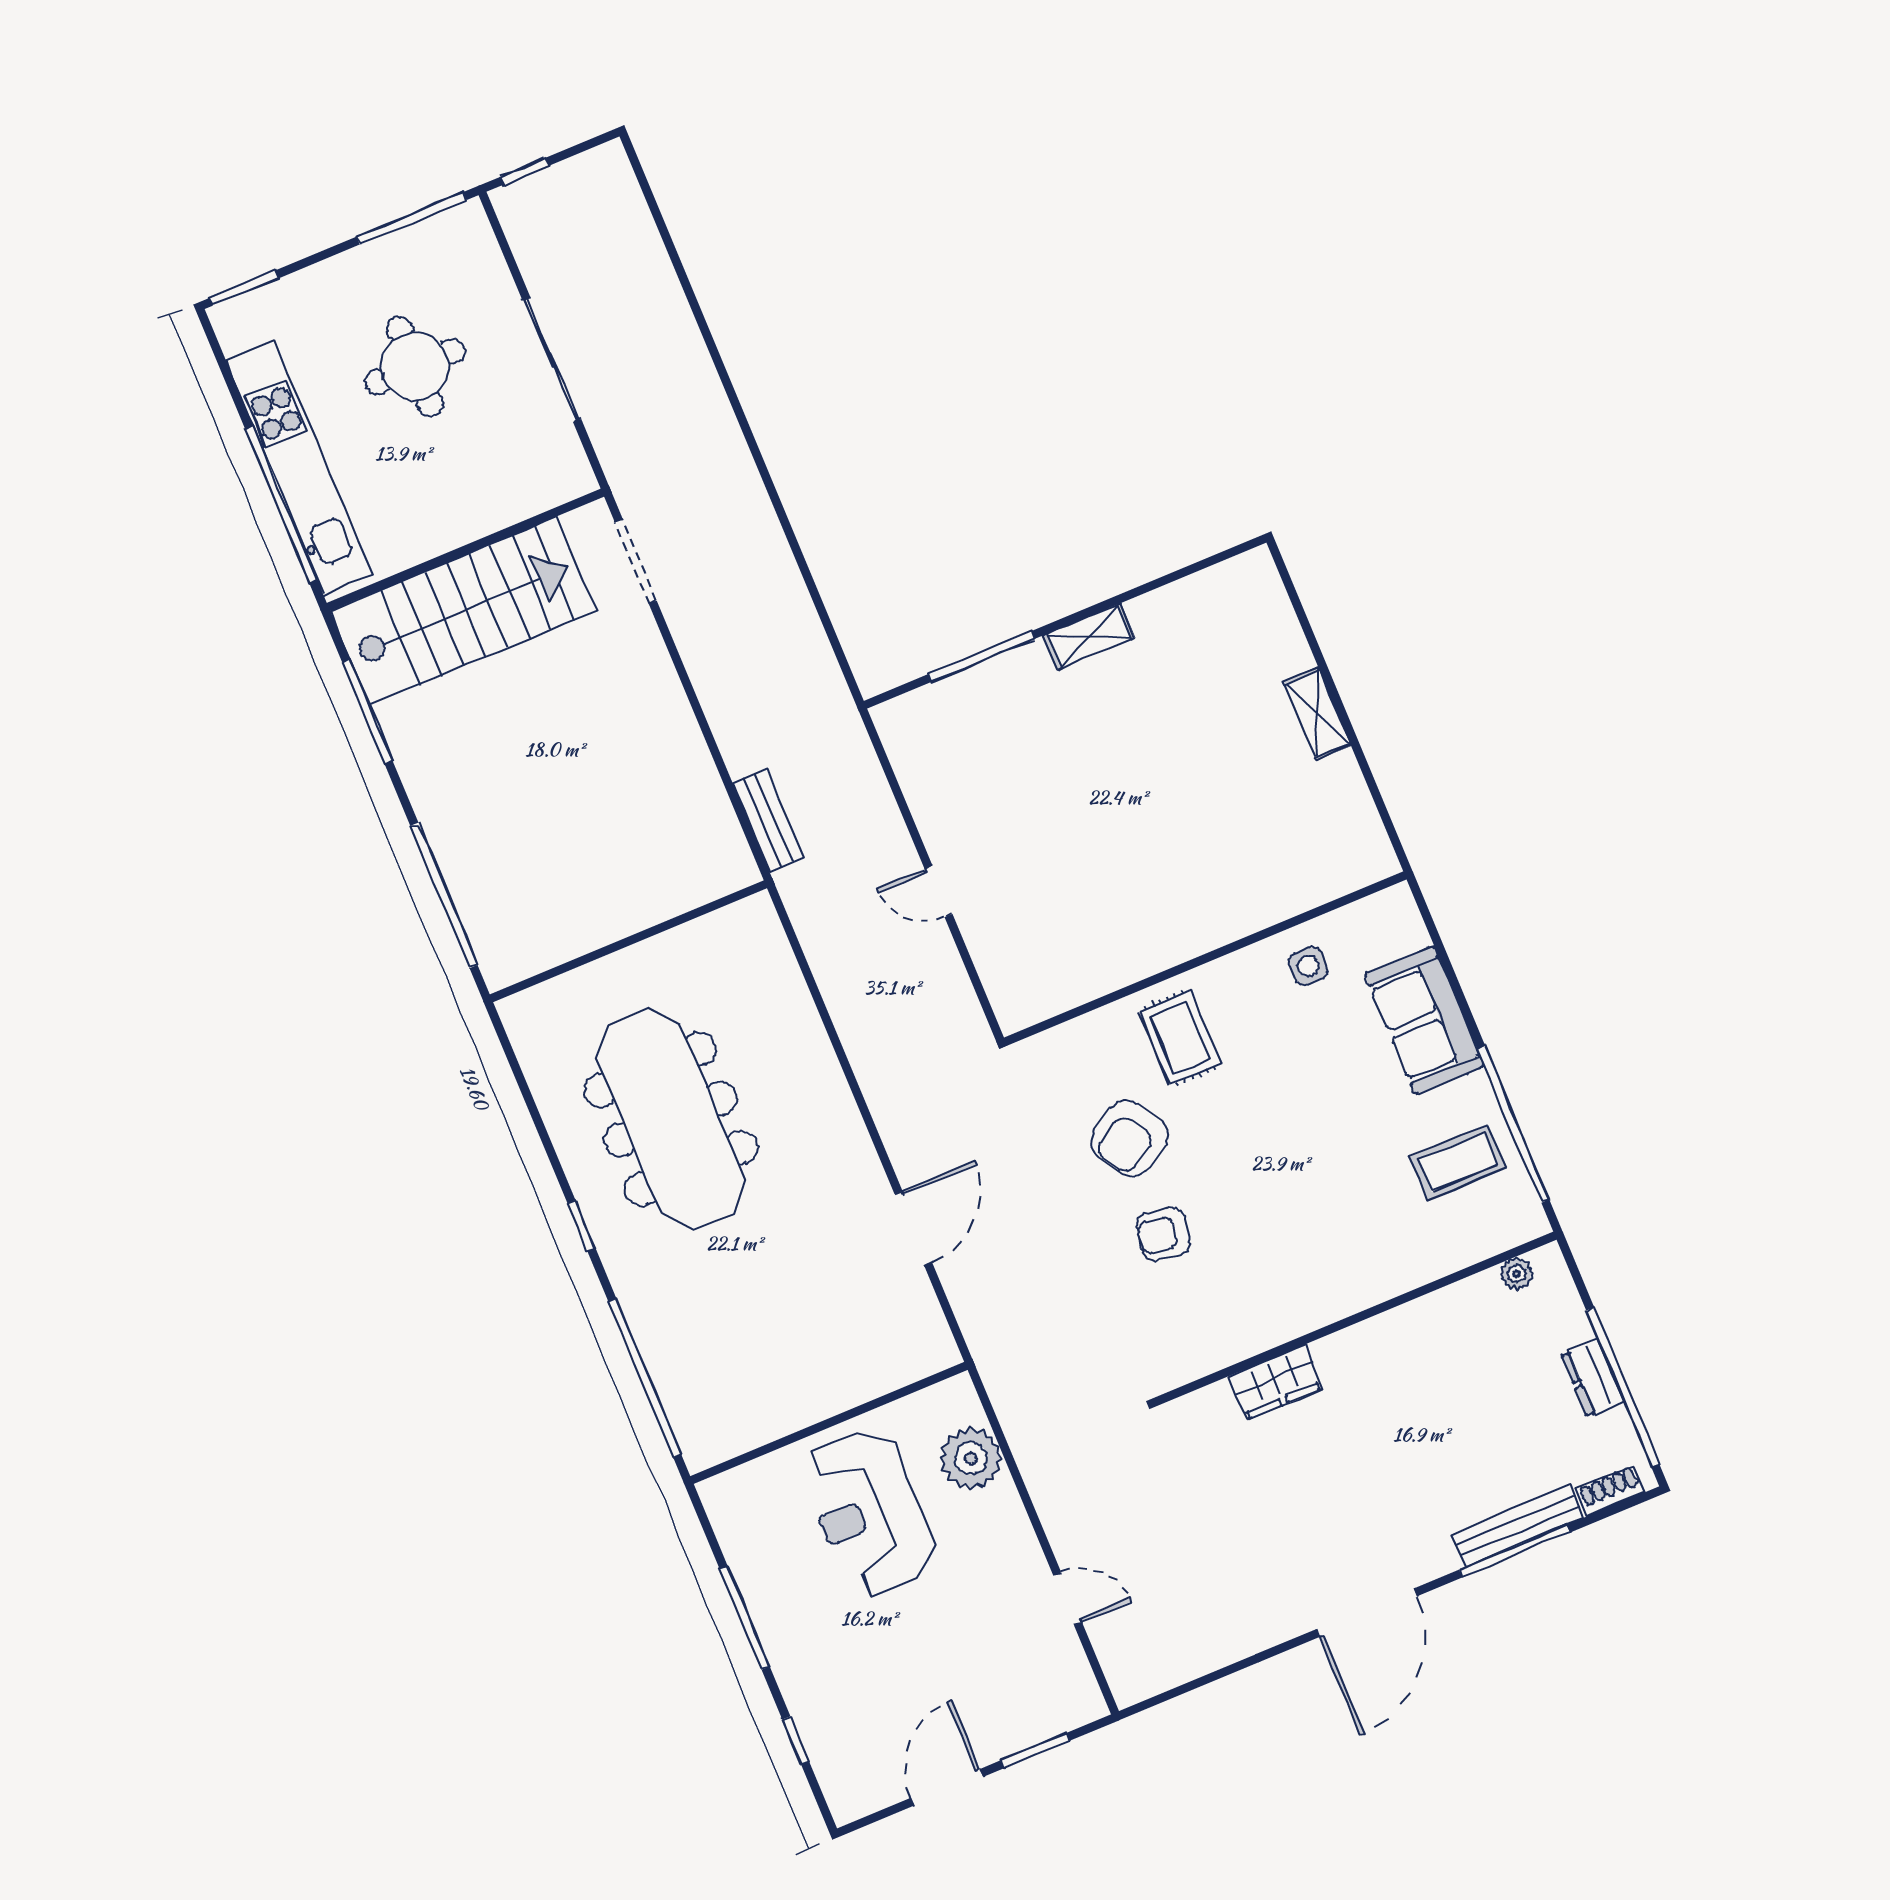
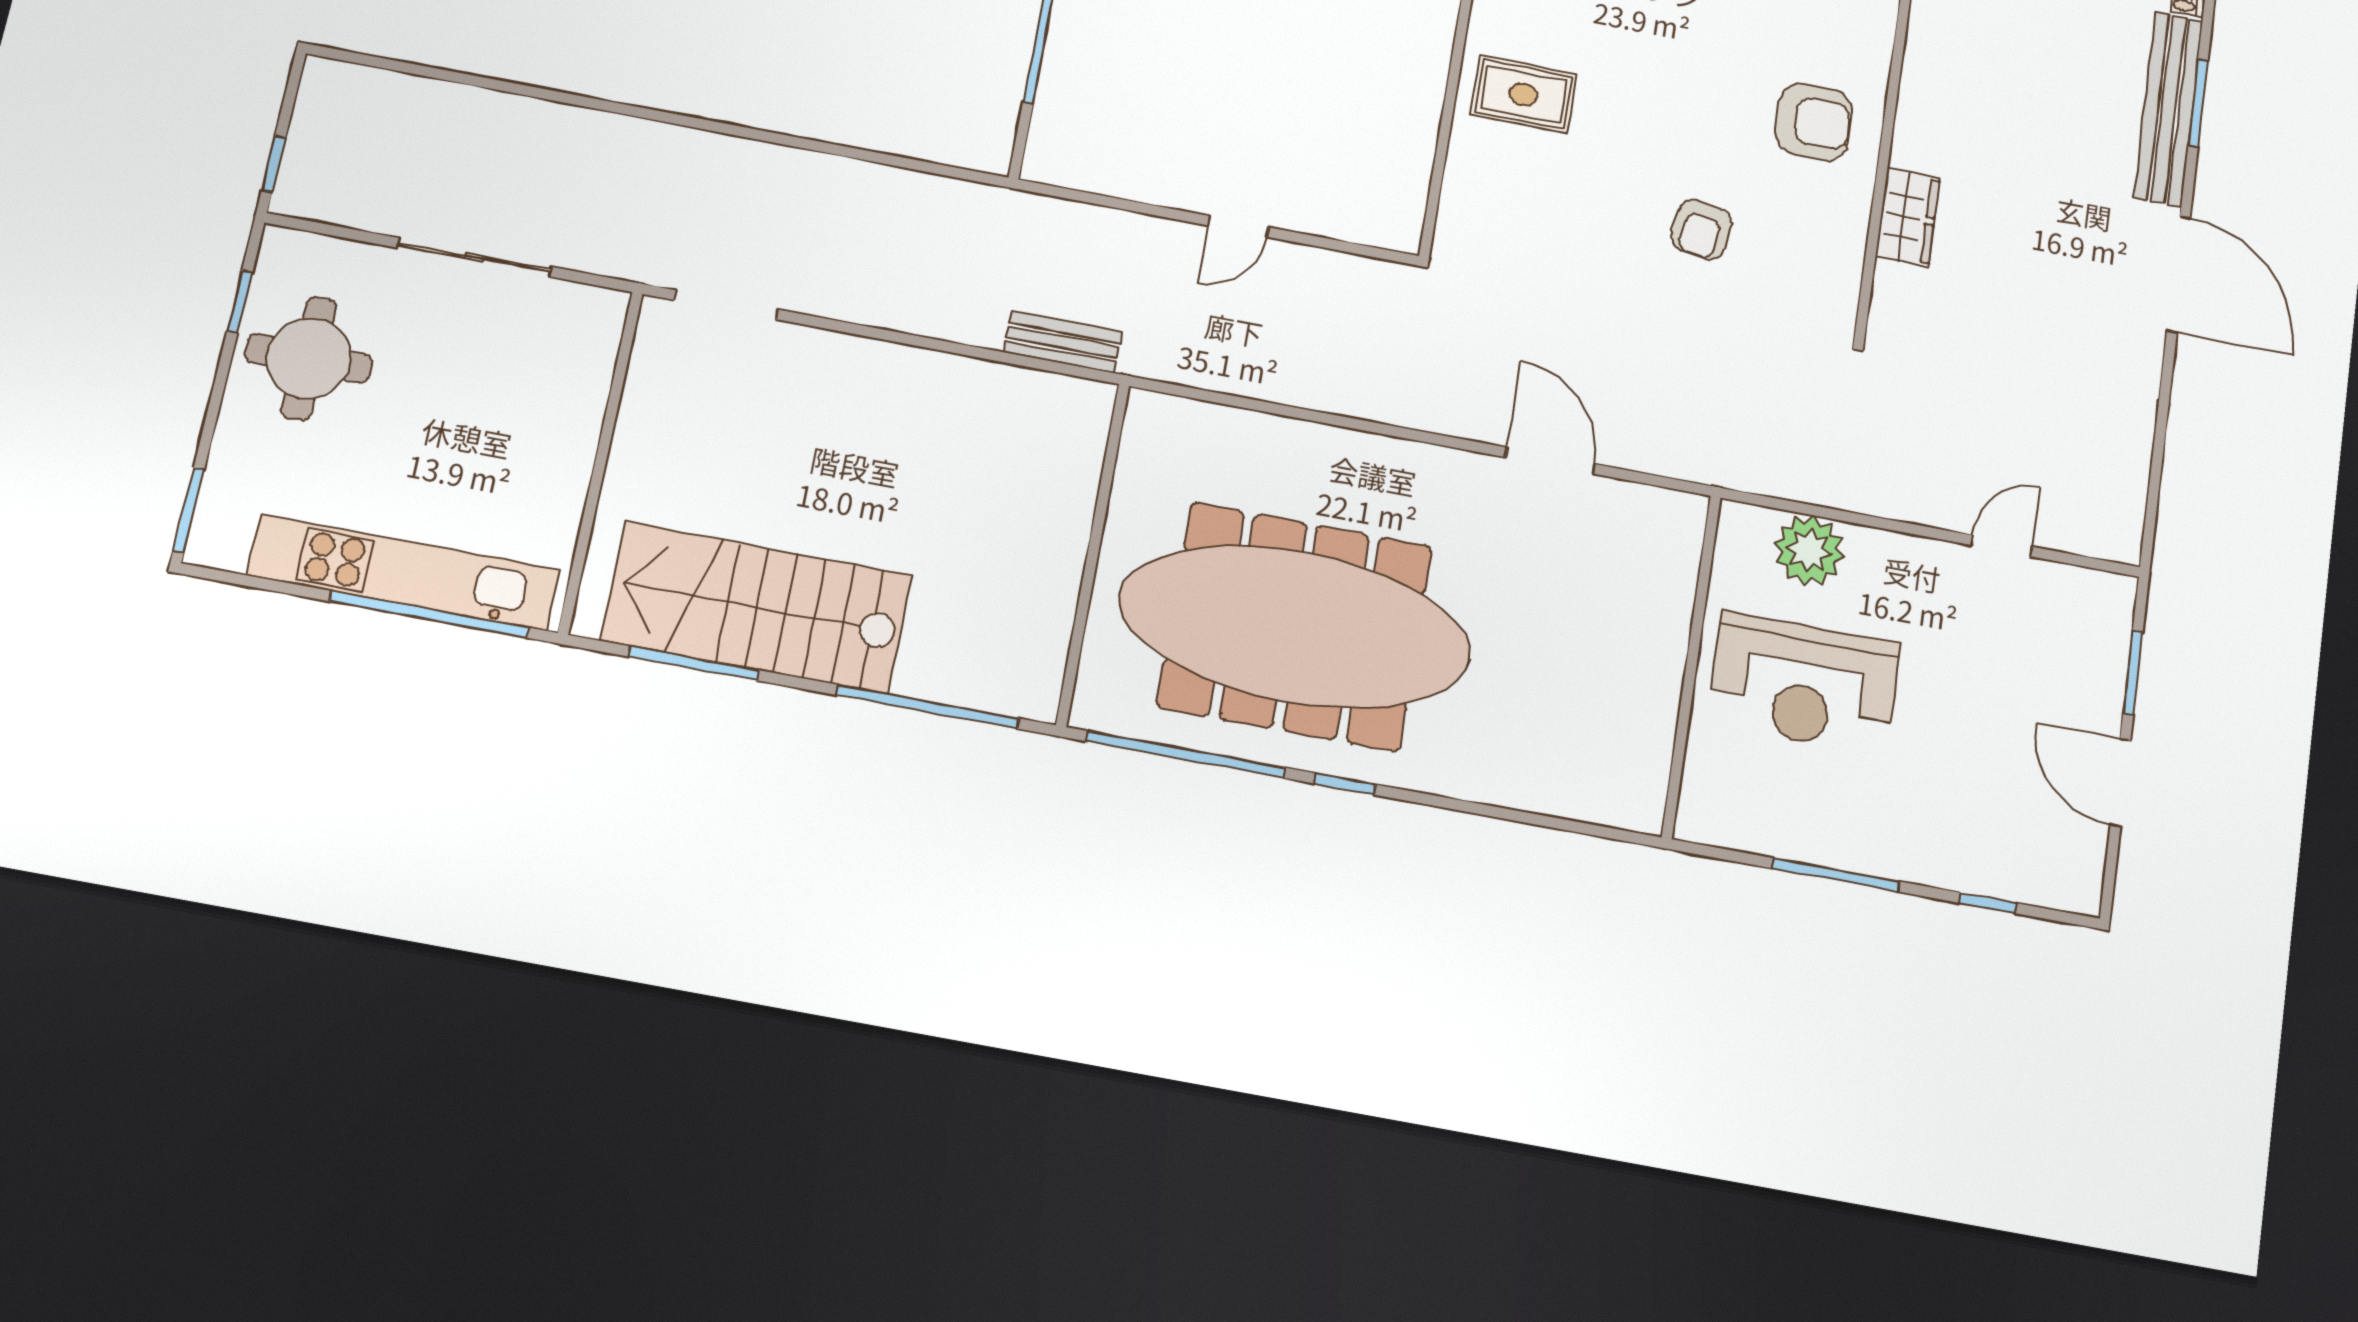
window: (411, 218) -> (240, 302), width x0.46
round table: (415, 366) -> (309, 358), moved
stairs: (463, 611) -> (757, 608), moved, turned -90
meeting table: (671, 1119) -> (1295, 626), width x1.36, depth x1.27
armchair: (1129, 1138) -> (1814, 122), moved, turned -59
window: (645, 1378) -> (1186, 754), moved
bench: (1518, 1526) -> (2168, 109), width x1.37, depth x1.21
window: (1514, 1551) -> (2198, 103), width x0.69

